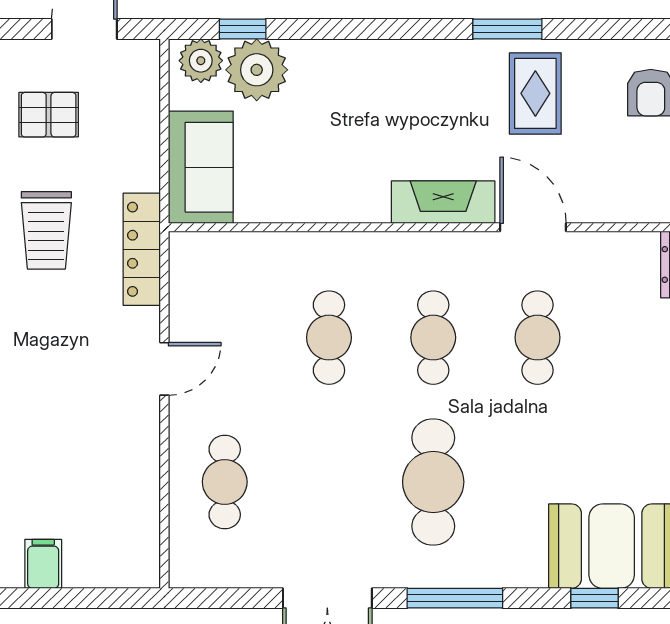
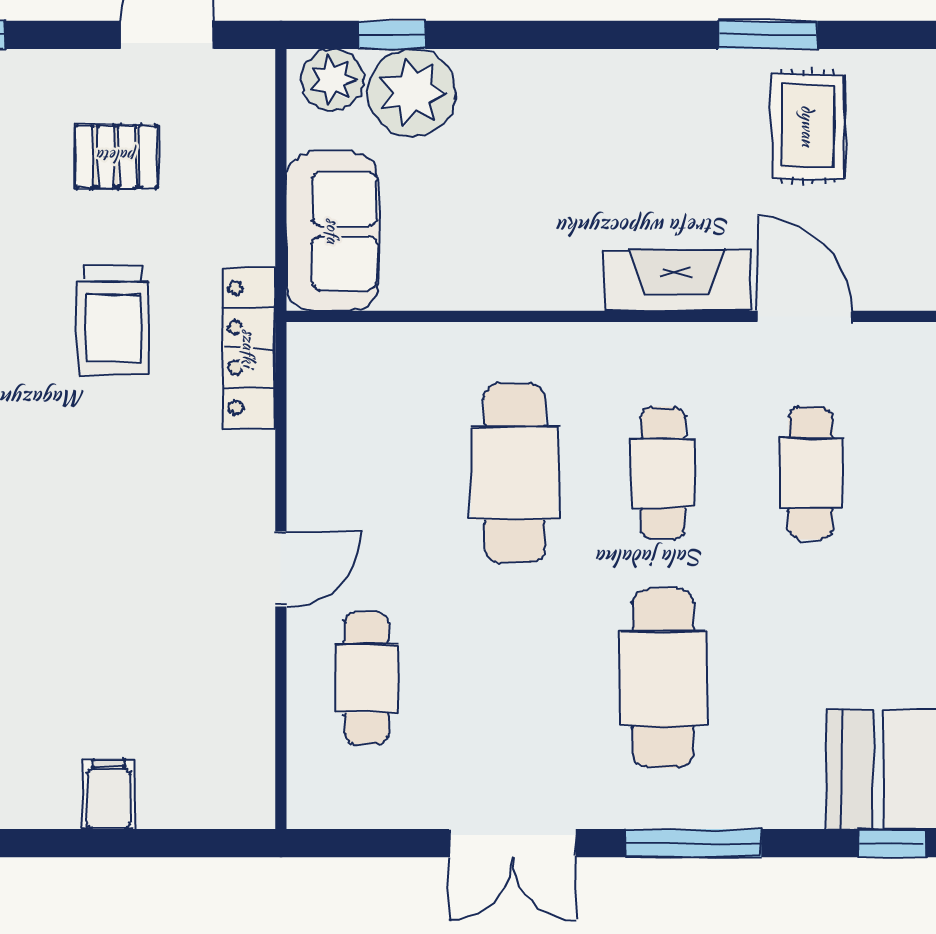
cafe table: (329, 338) -> (515, 473), width x1.37, depth x1.35
door: (164, 369) -> (281, 569), moved

